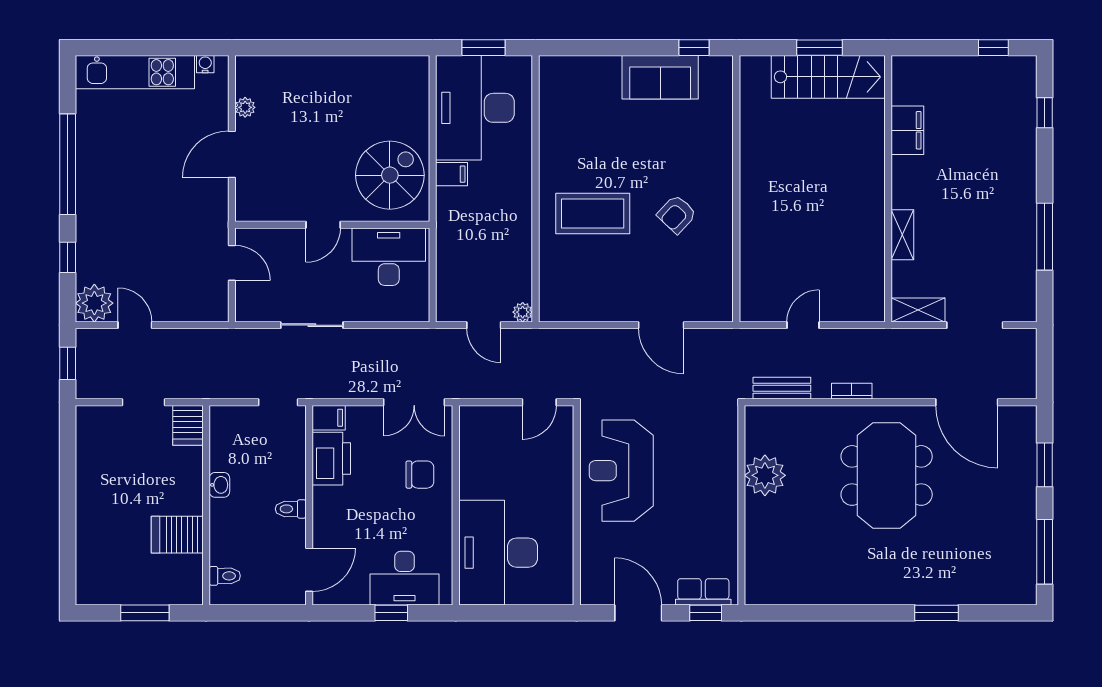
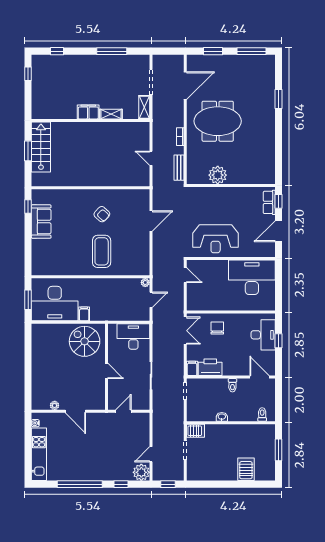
filing cabinet: (907, 130) -> (88, 112), moved
desk: (389, 257) -> (133, 337), moved, turned 90
server rack: (177, 535) -> (246, 469), moved, turned 180
desk: (498, 553) -> (252, 277), moved, turned 180

